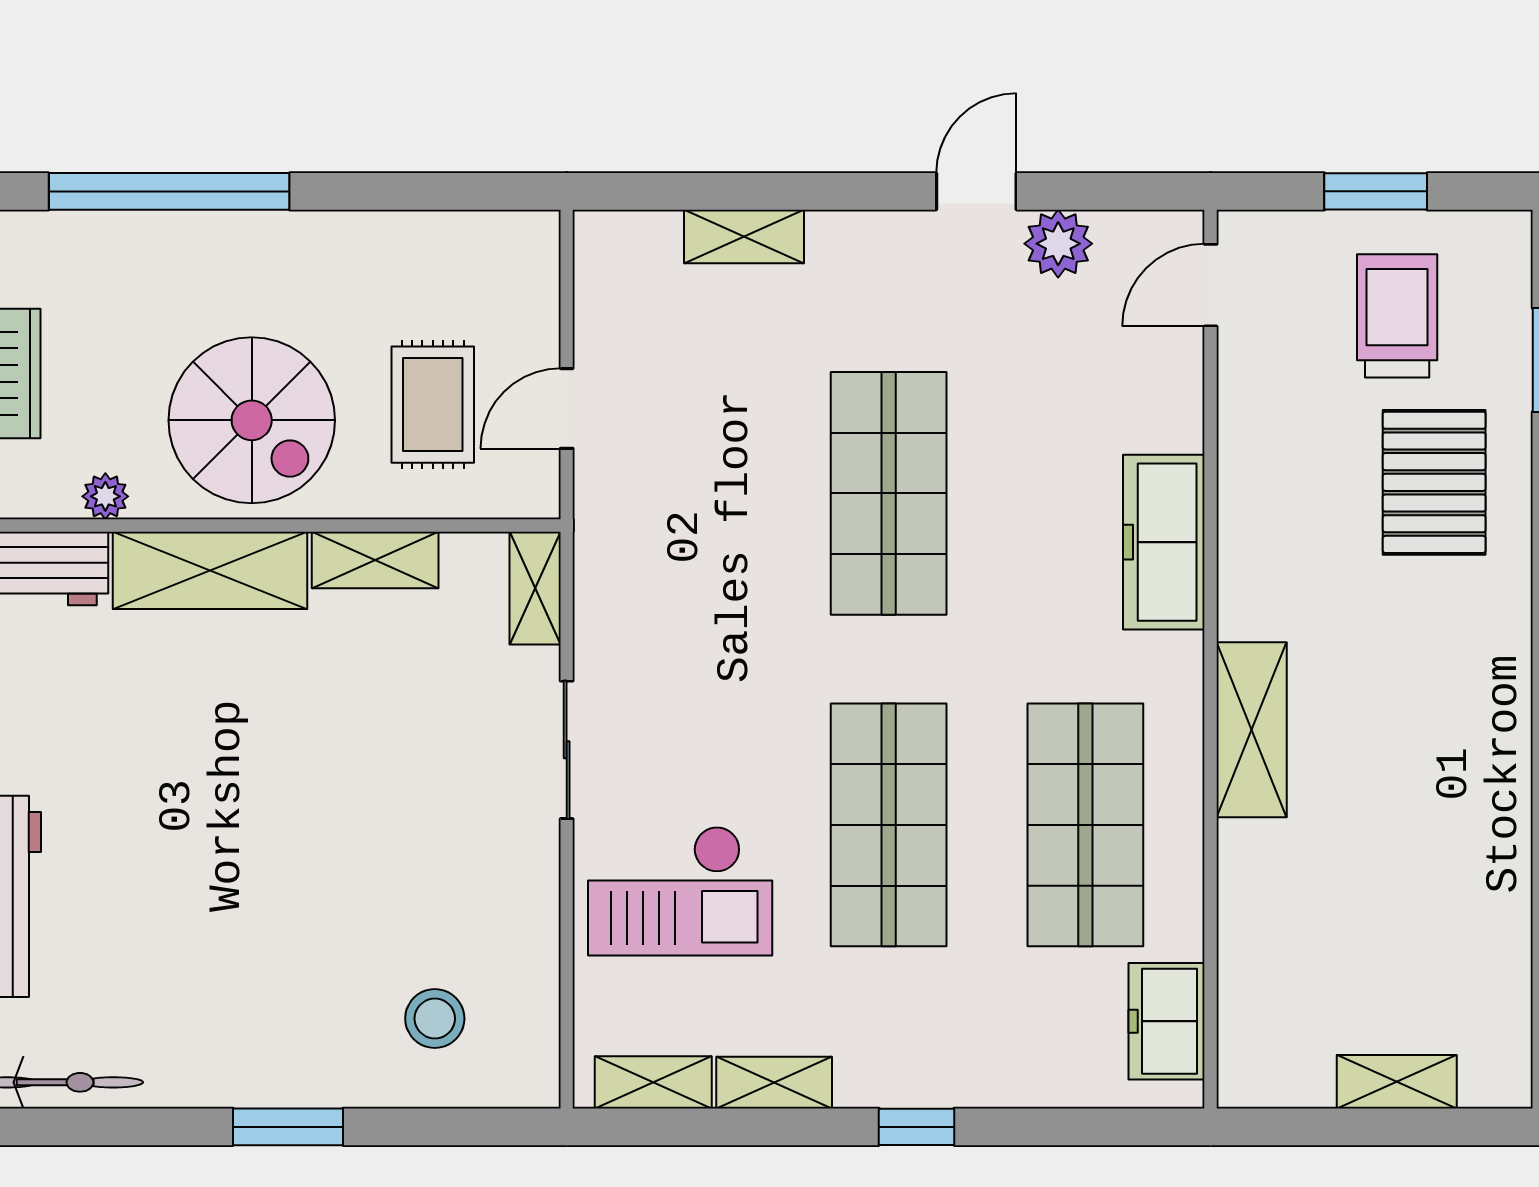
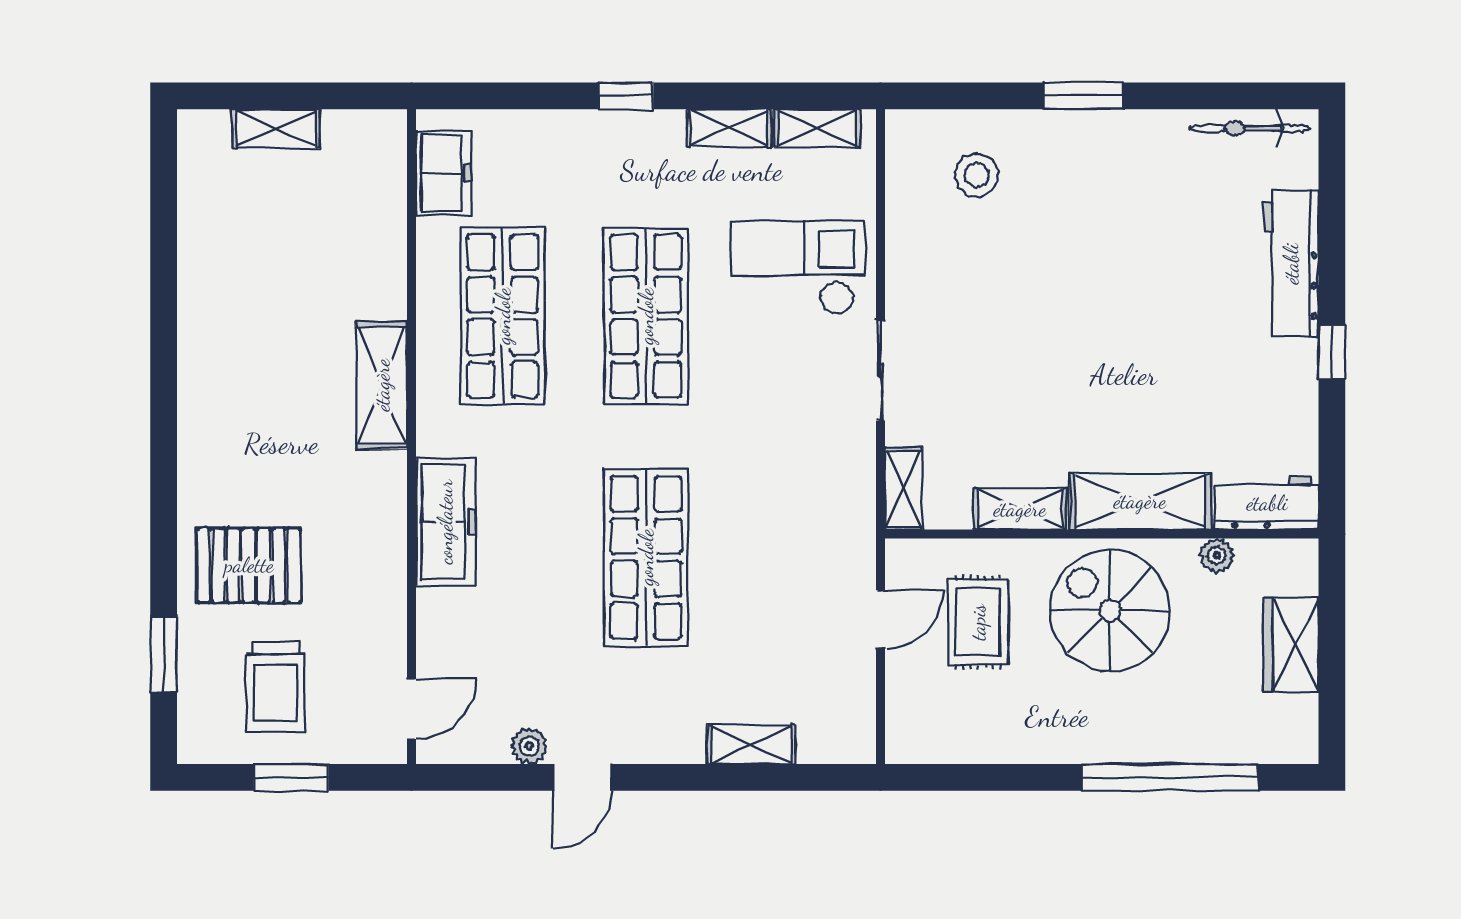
plant: (1058, 244) -> (529, 746), width x0.73, depth x0.73
pallet: (1434, 482) -> (249, 565), turned 90

